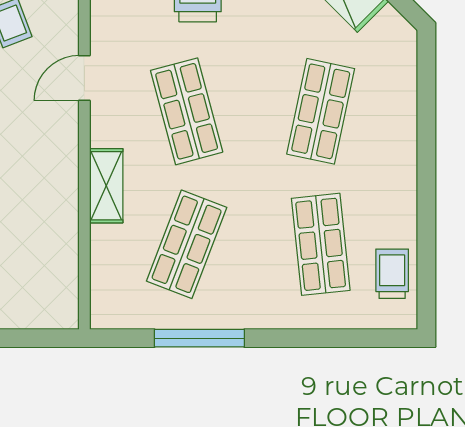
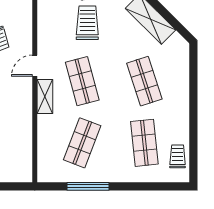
shop shelf: (321, 111) -> (144, 81), turned -30
shelving: (106, 186) -> (45, 97), moved

